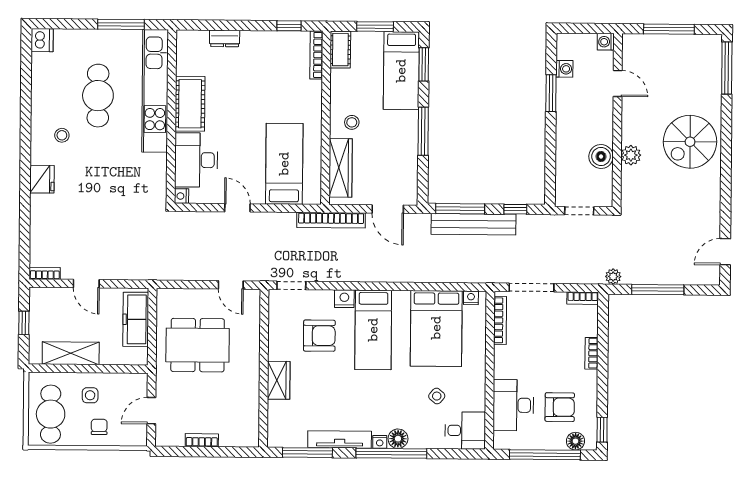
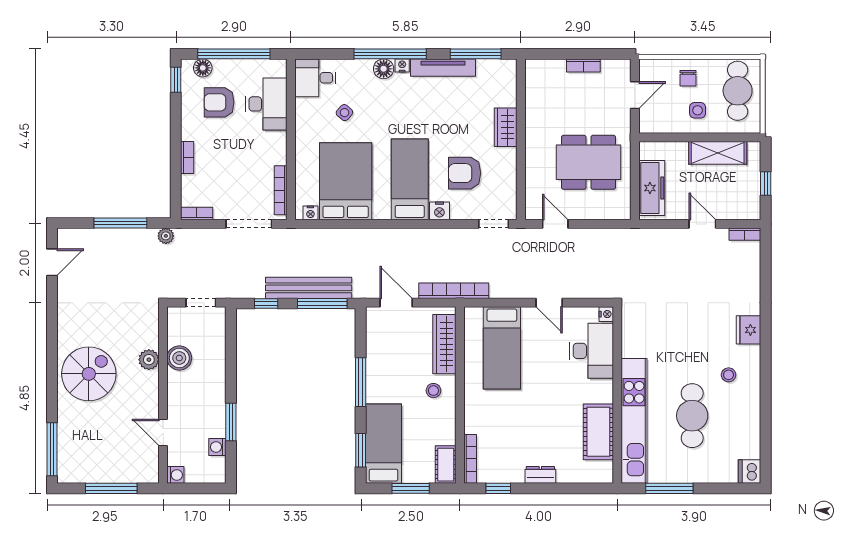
dresser: (225, 38) -> (540, 475), moved
cot: (190, 104) -> (598, 432), moved

